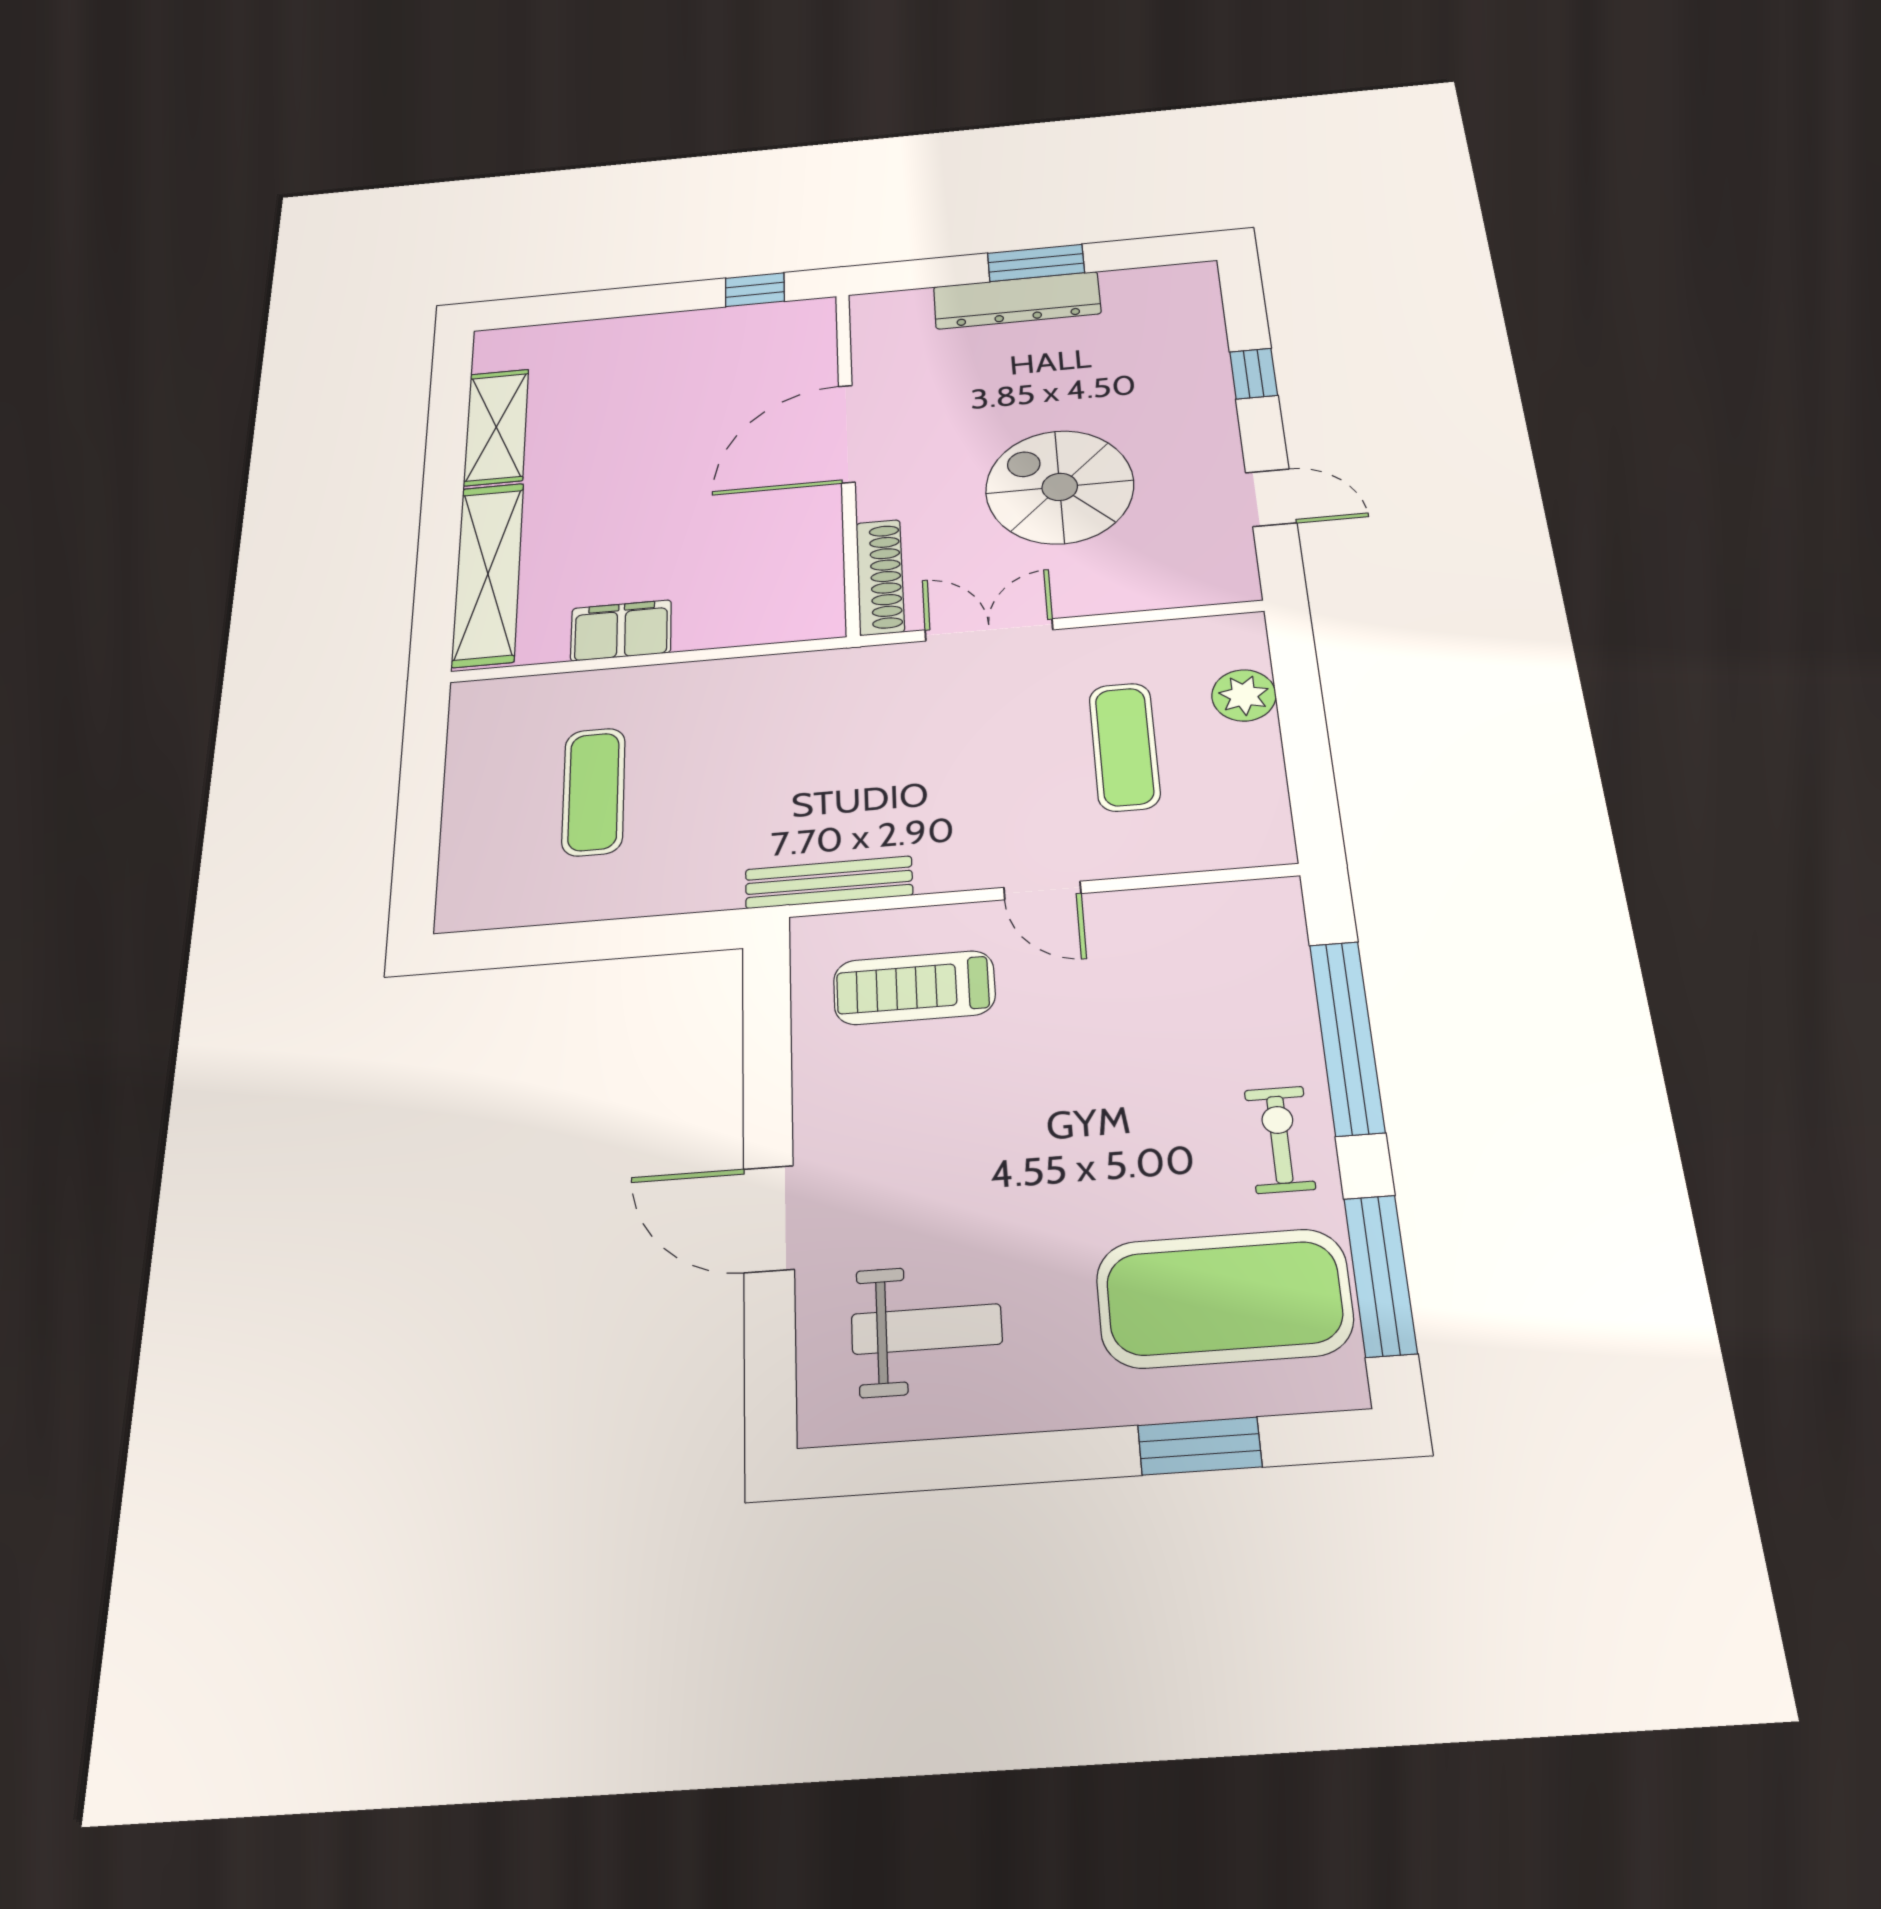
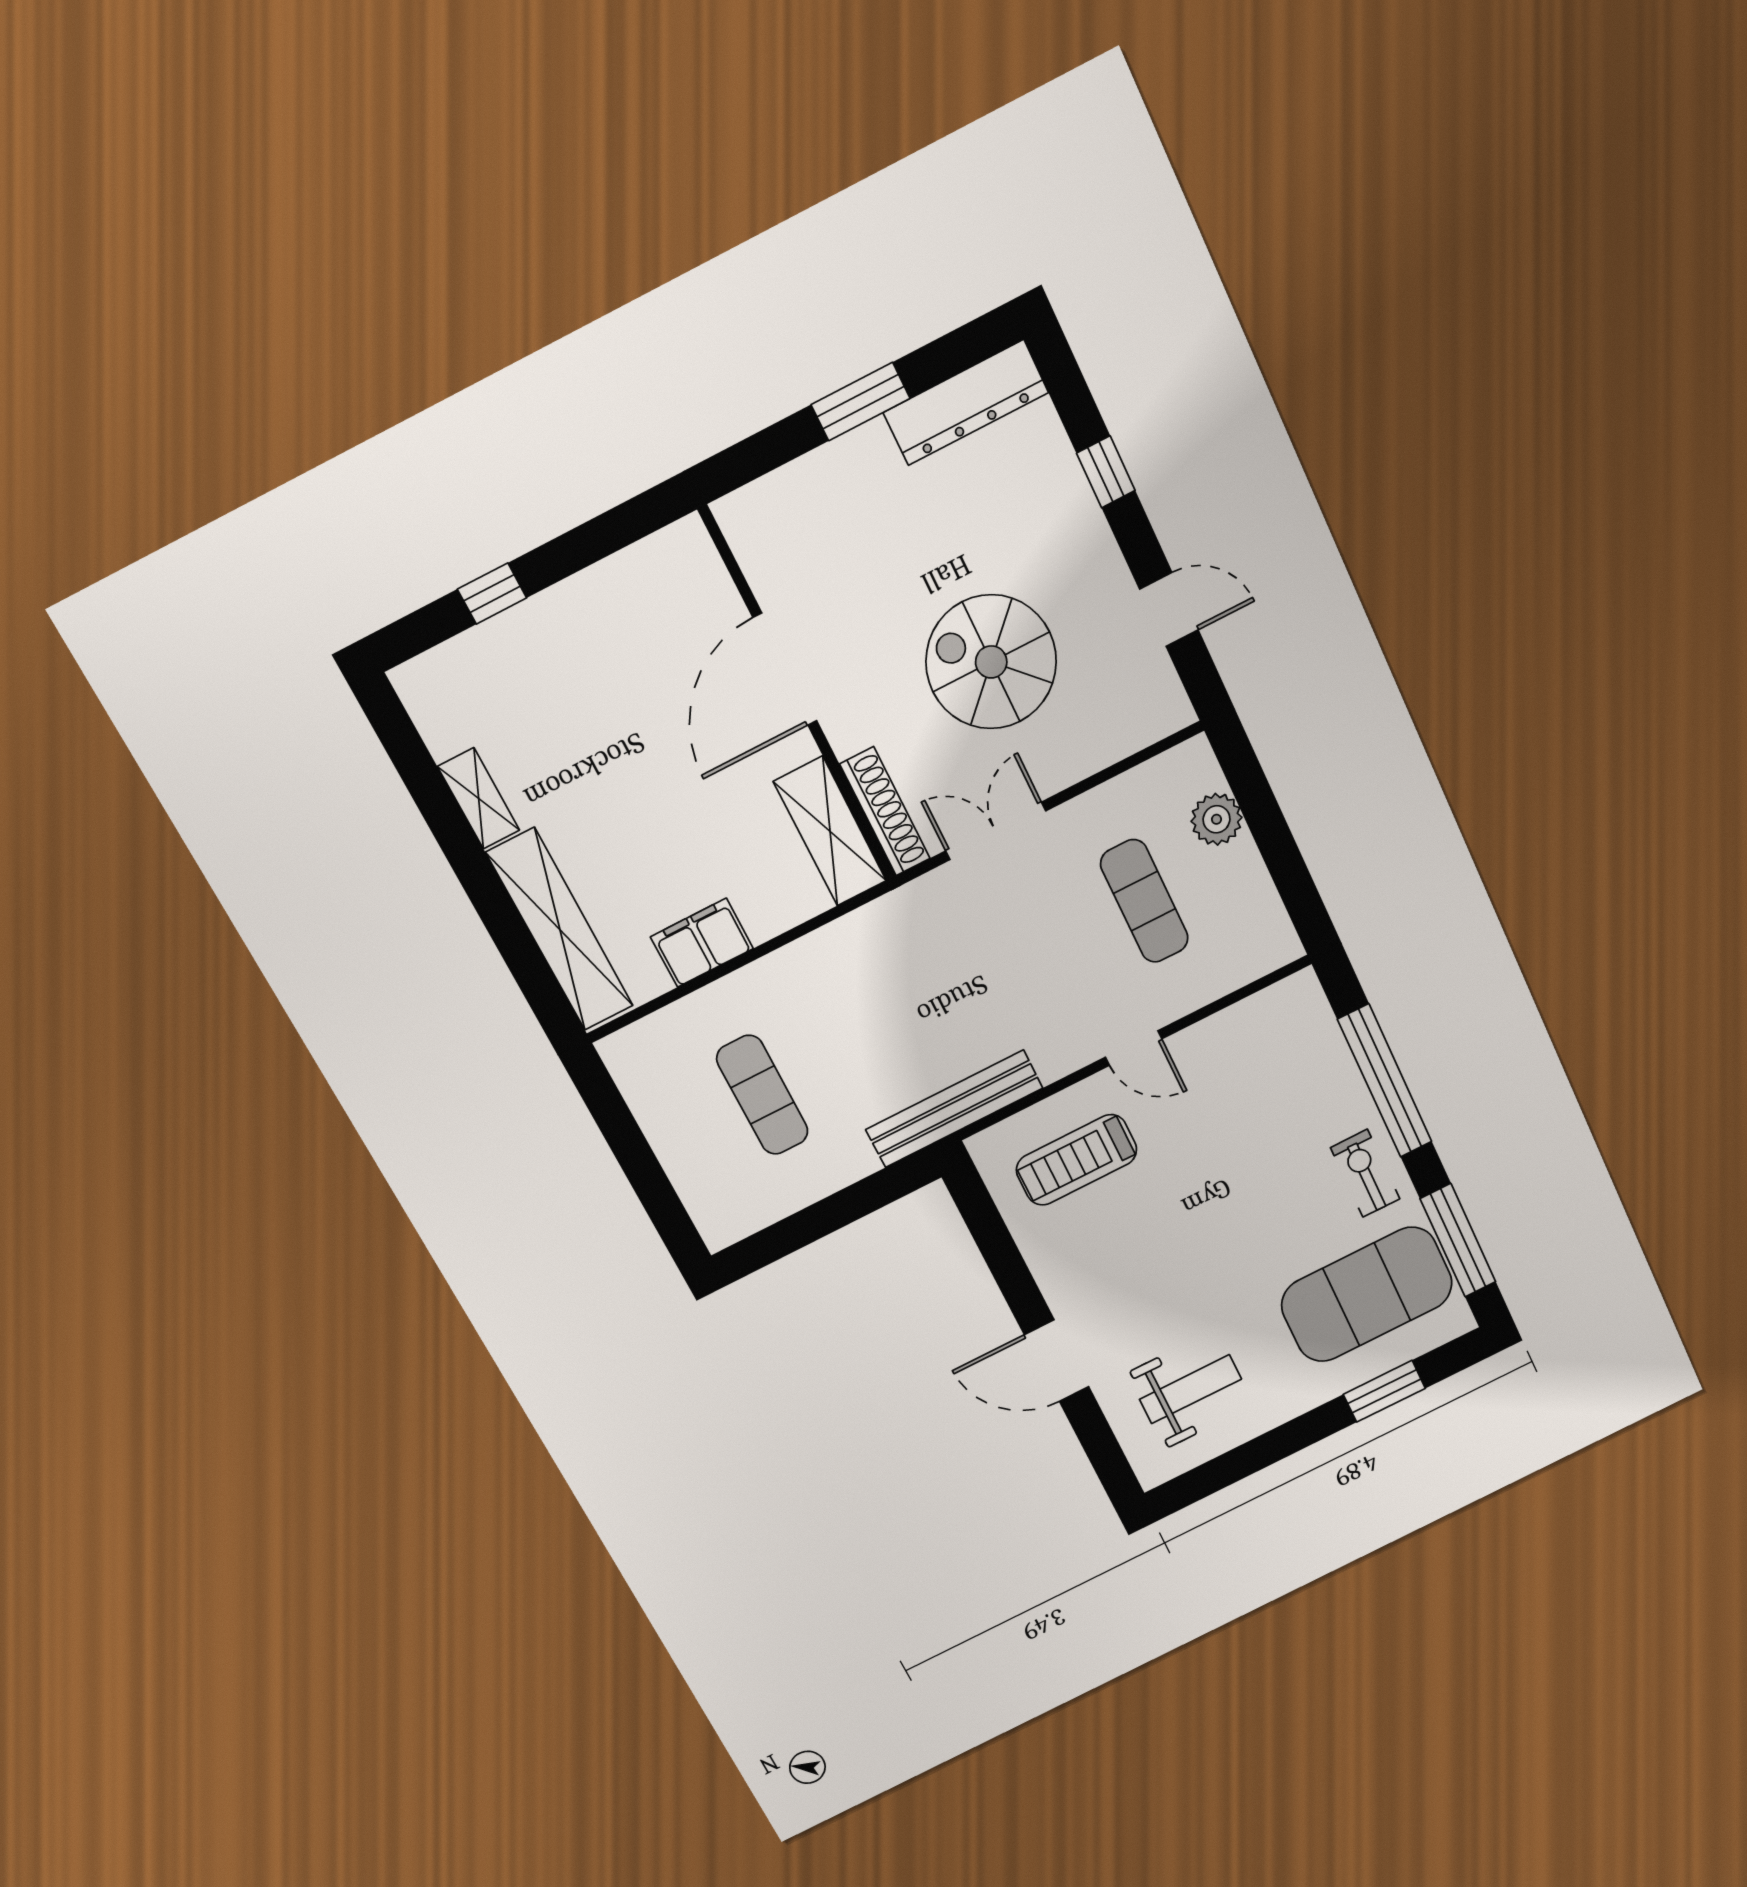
window: (755, 290) -> (492, 594), moved
dresser: (1017, 300) -> (966, 403), moved
shelving: (496, 427) -> (479, 798), width x0.67, depth x0.75
shelving: (813, 576) -> (830, 831), added
bench: (829, 882) -> (954, 1109), width x1.37, depth x1.21

